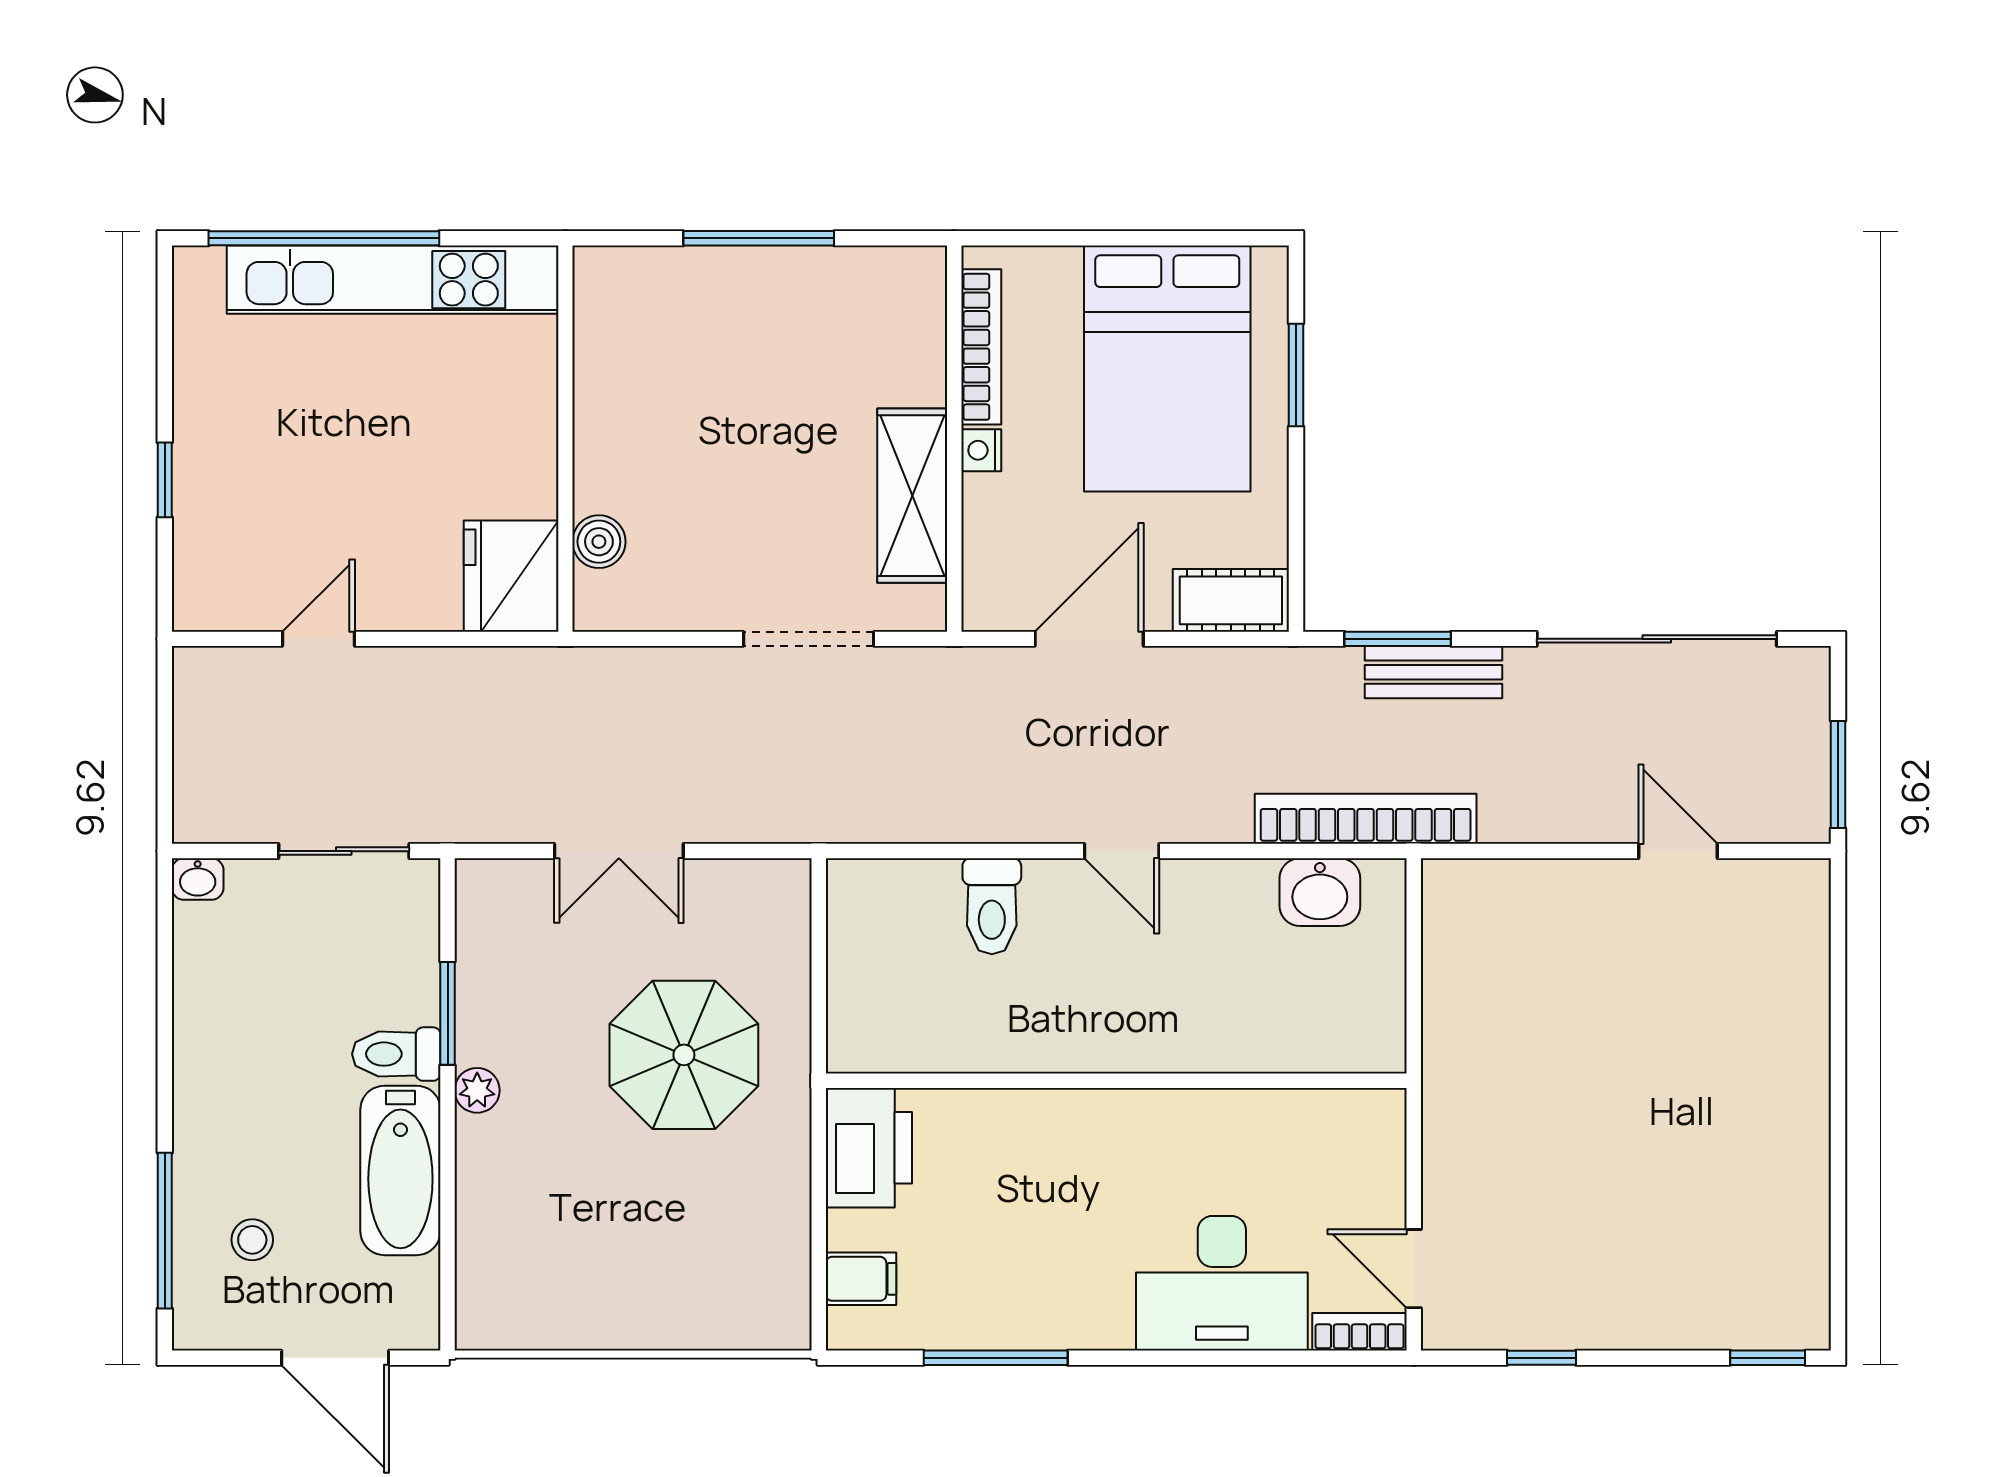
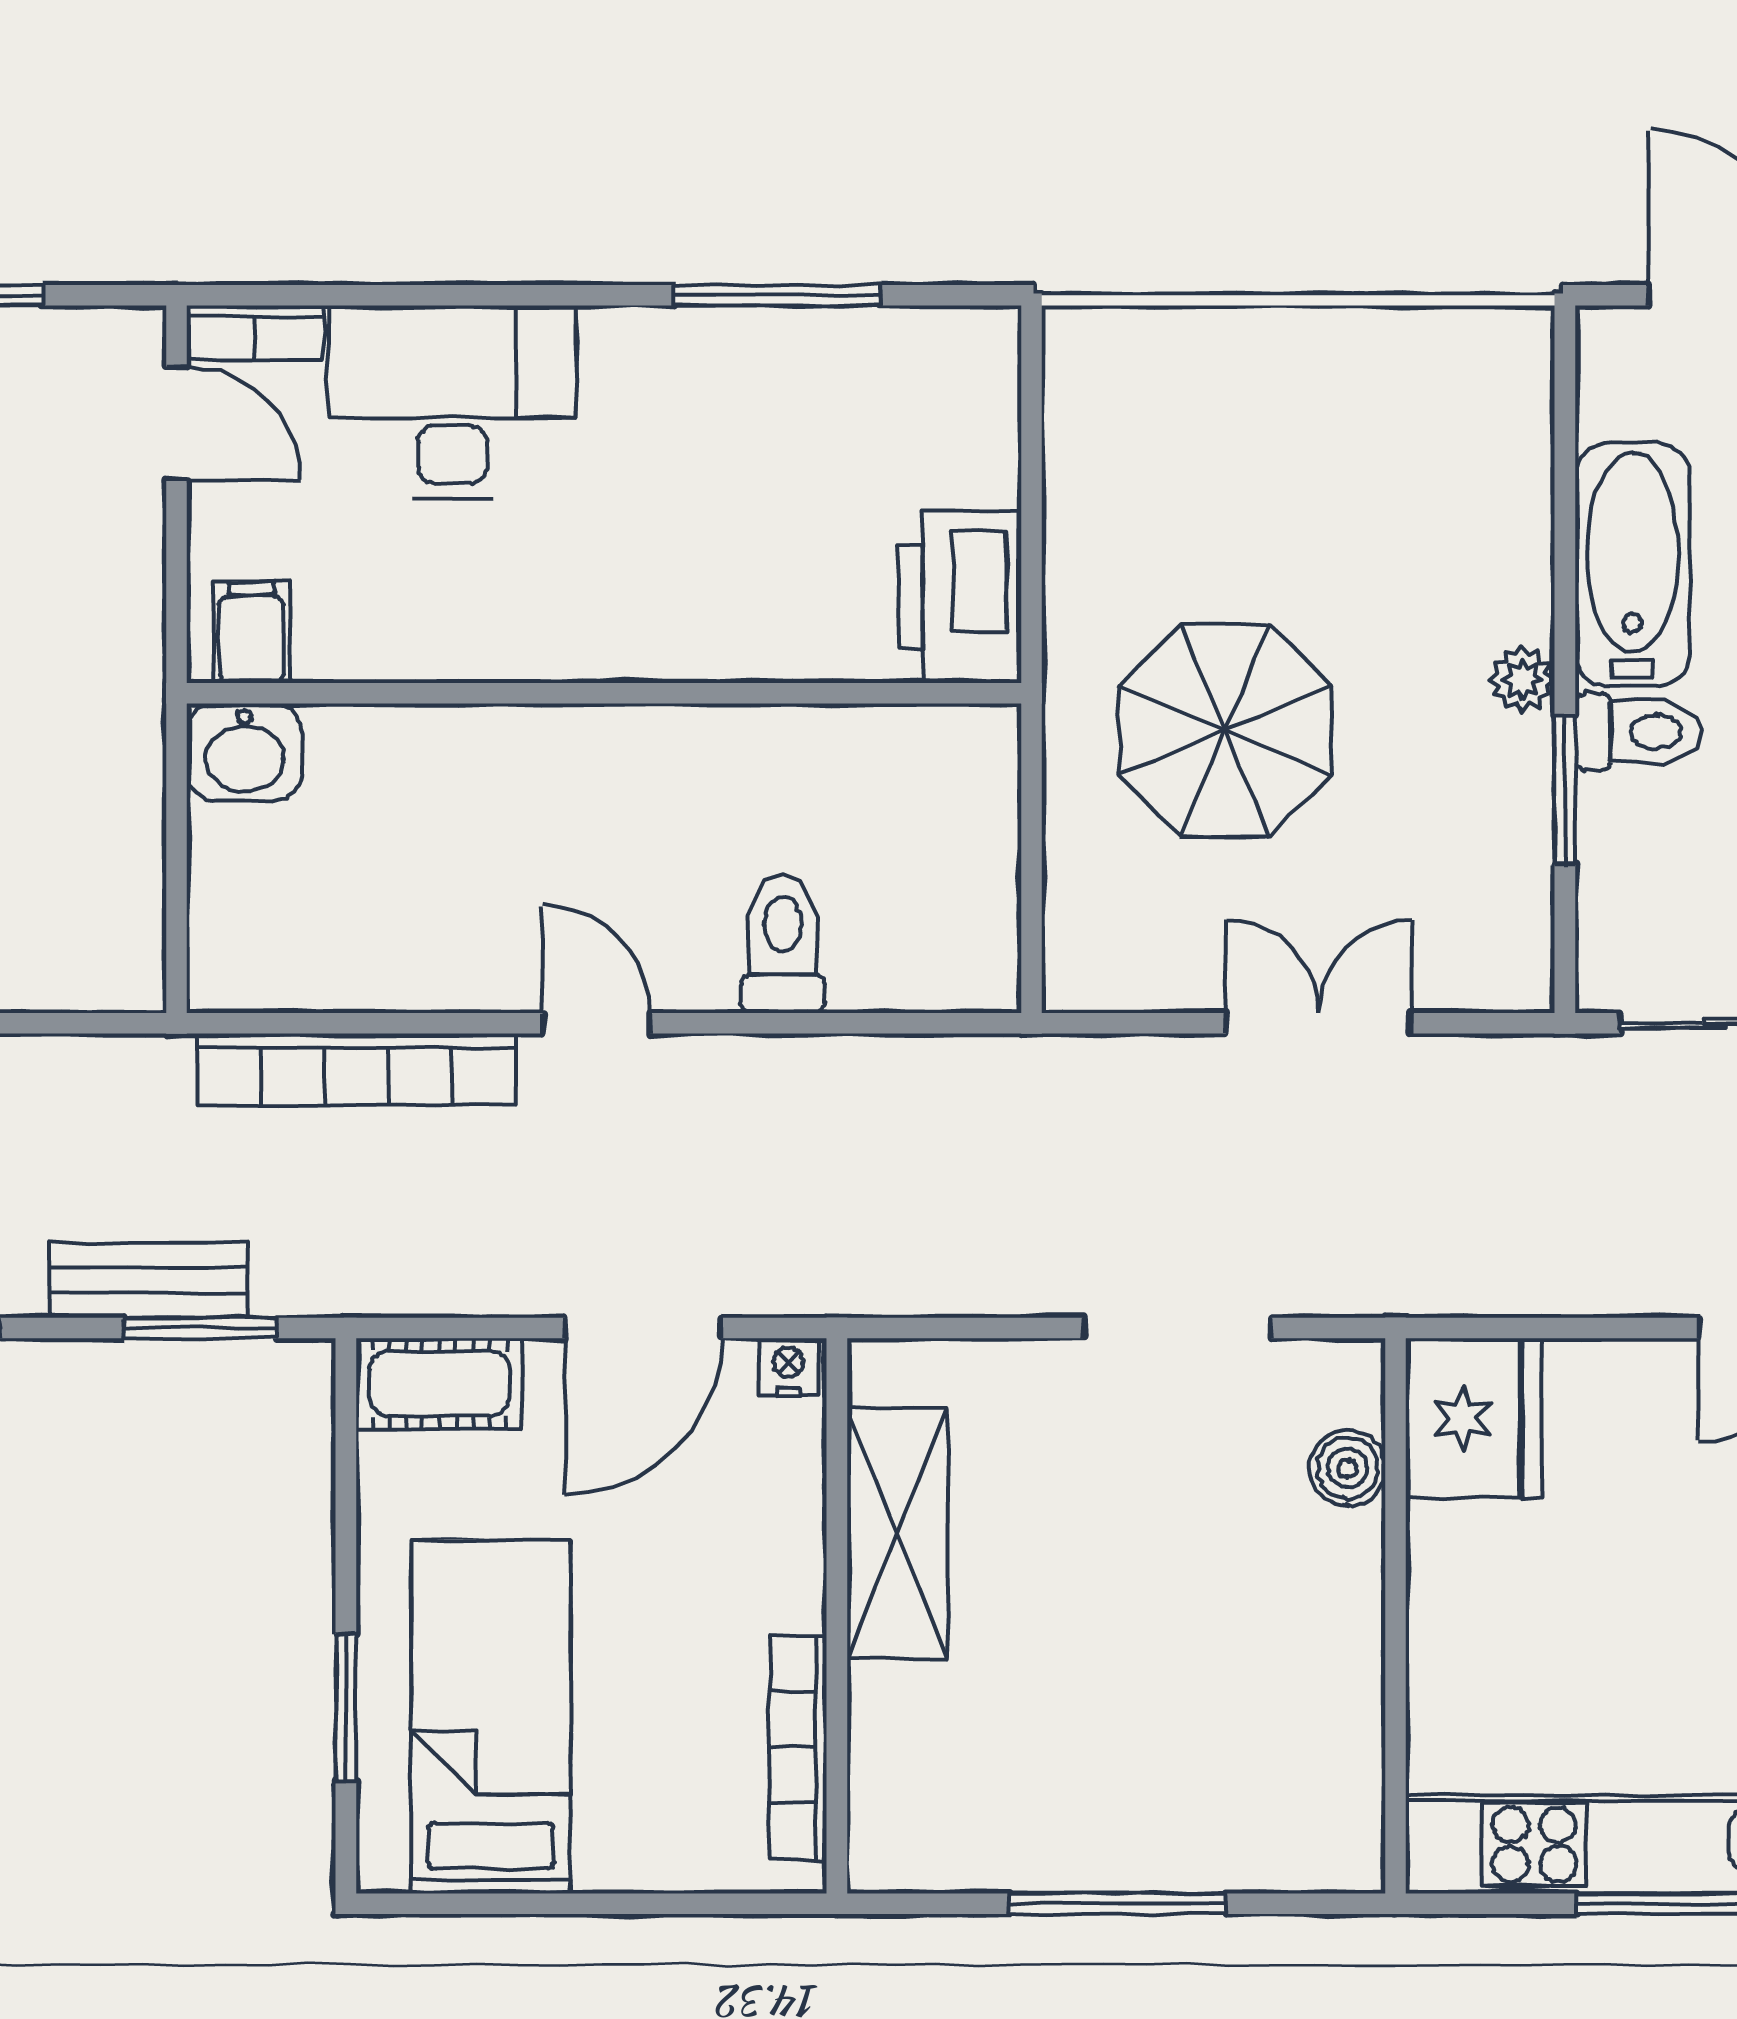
bed: (1167, 368) -> (491, 1717), width x0.67
nightstand: (981, 450) -> (788, 1367), moved, turned -90
doorway: (809, 639) -> (1177, 1328), moved
bookcase: (1366, 819) -> (357, 1070), moved
washbasin: (1320, 892) -> (245, 752), moved, turned 180
filing cabinet: (861, 1279) -> (252, 632), moved, turned 90

